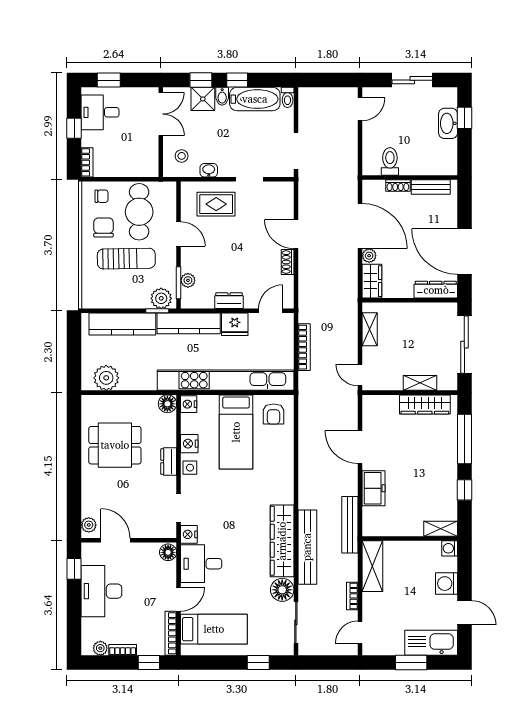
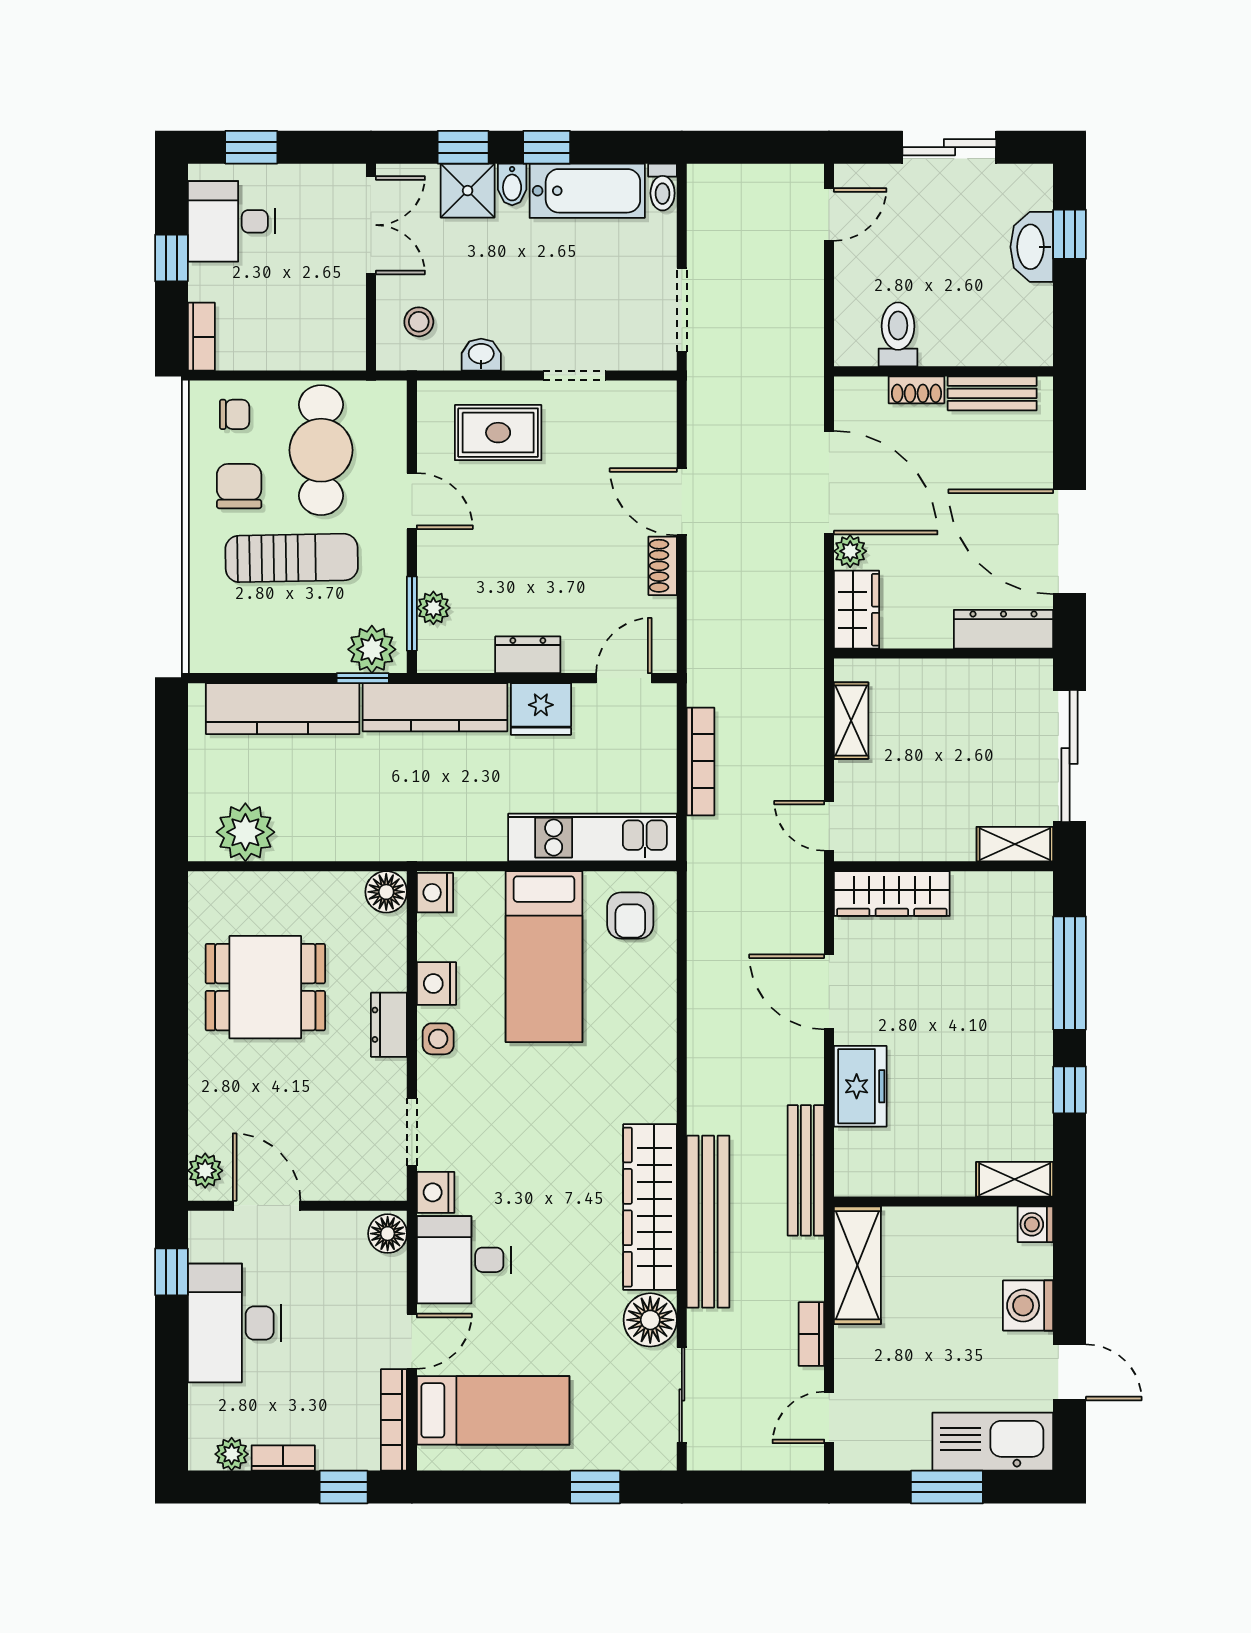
kitchen unit: (226, 380) -> (592, 838), width x0.54
shelving: (420, 383) -> (1015, 844), moved
wardrobe: (425, 404) -> (892, 894), moved

